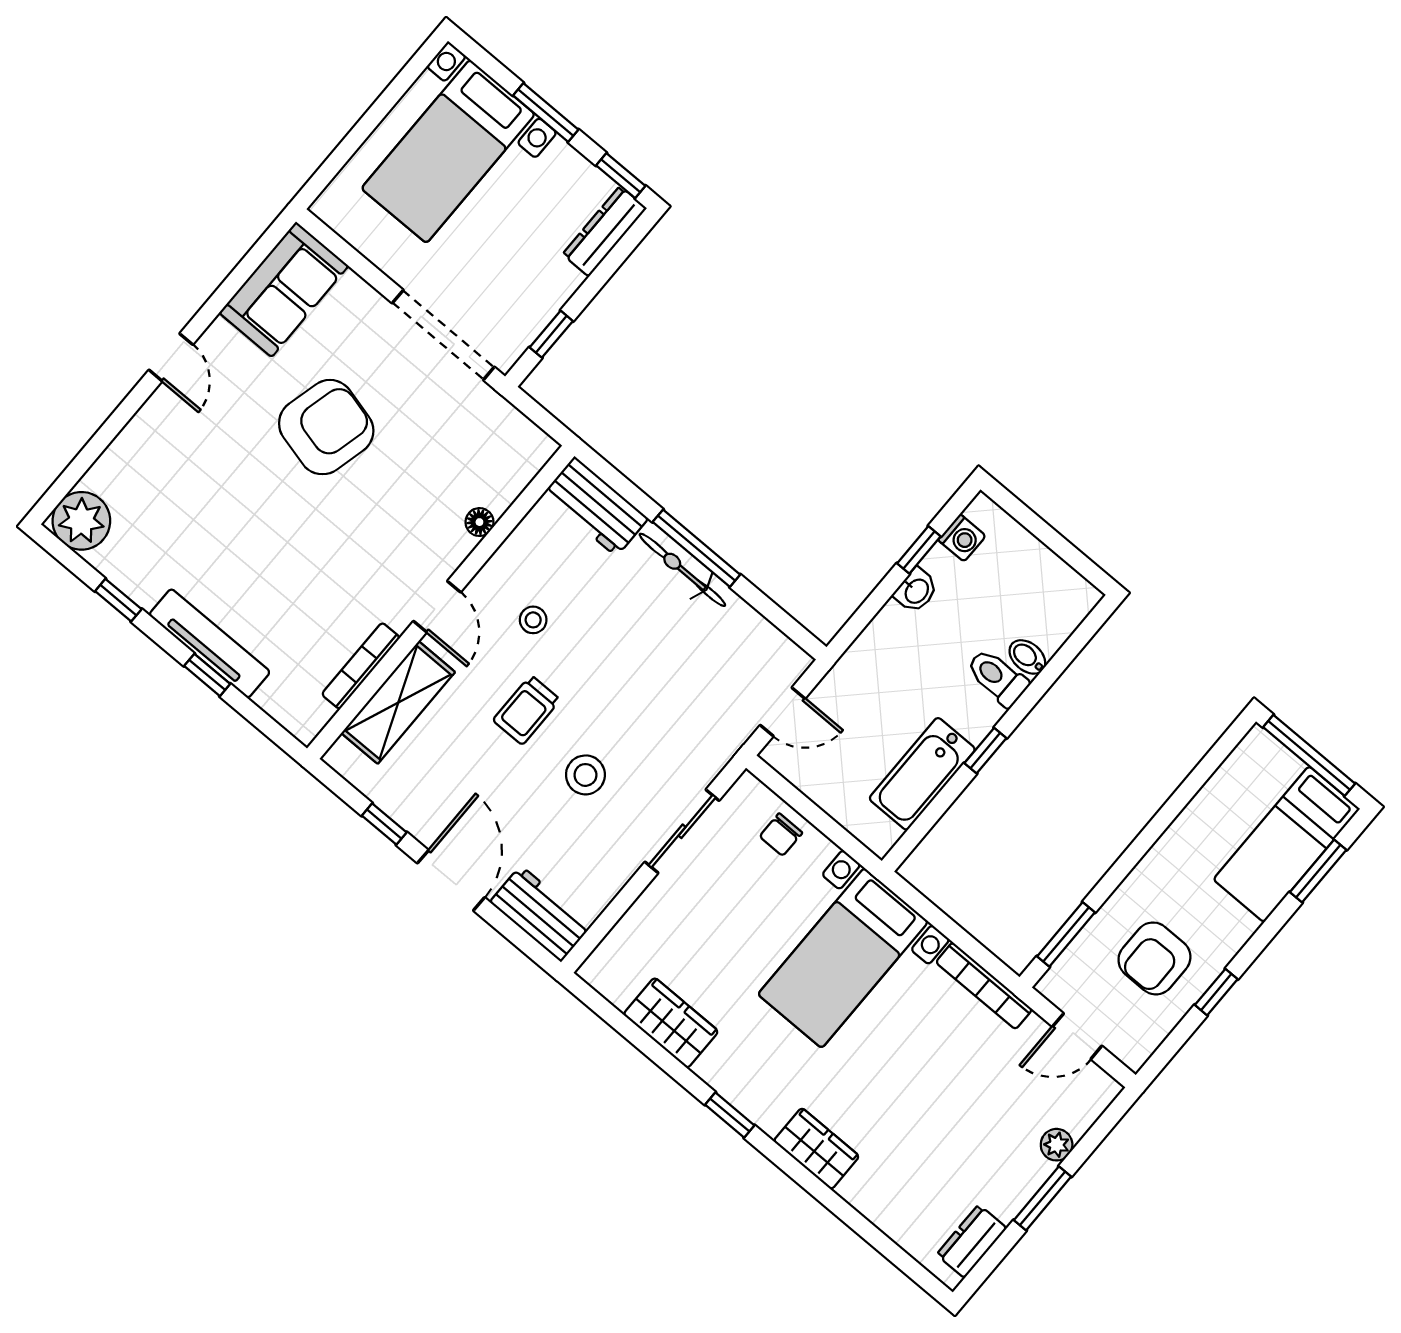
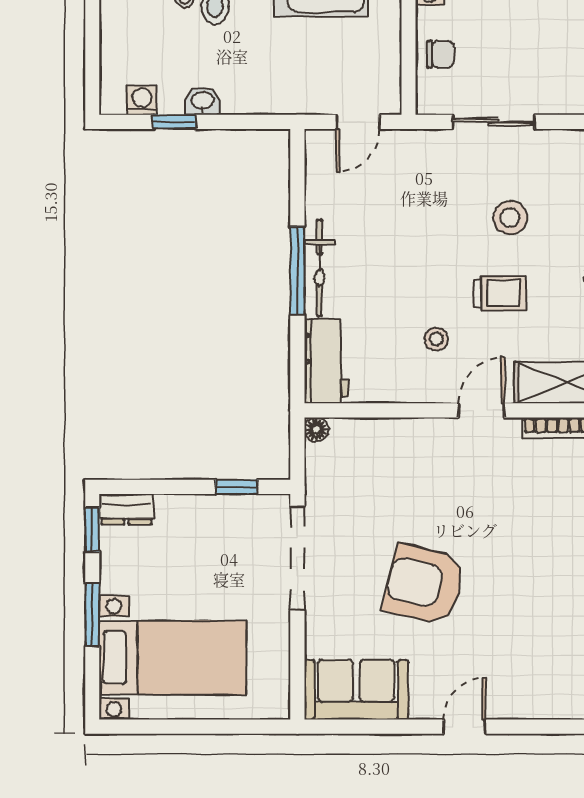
dresser: (604, 231) -> (126, 509), width x0.70
floor lamp: (479, 522) -> (316, 429), moved
door: (783, 712) -> (358, 122), swing flipped

